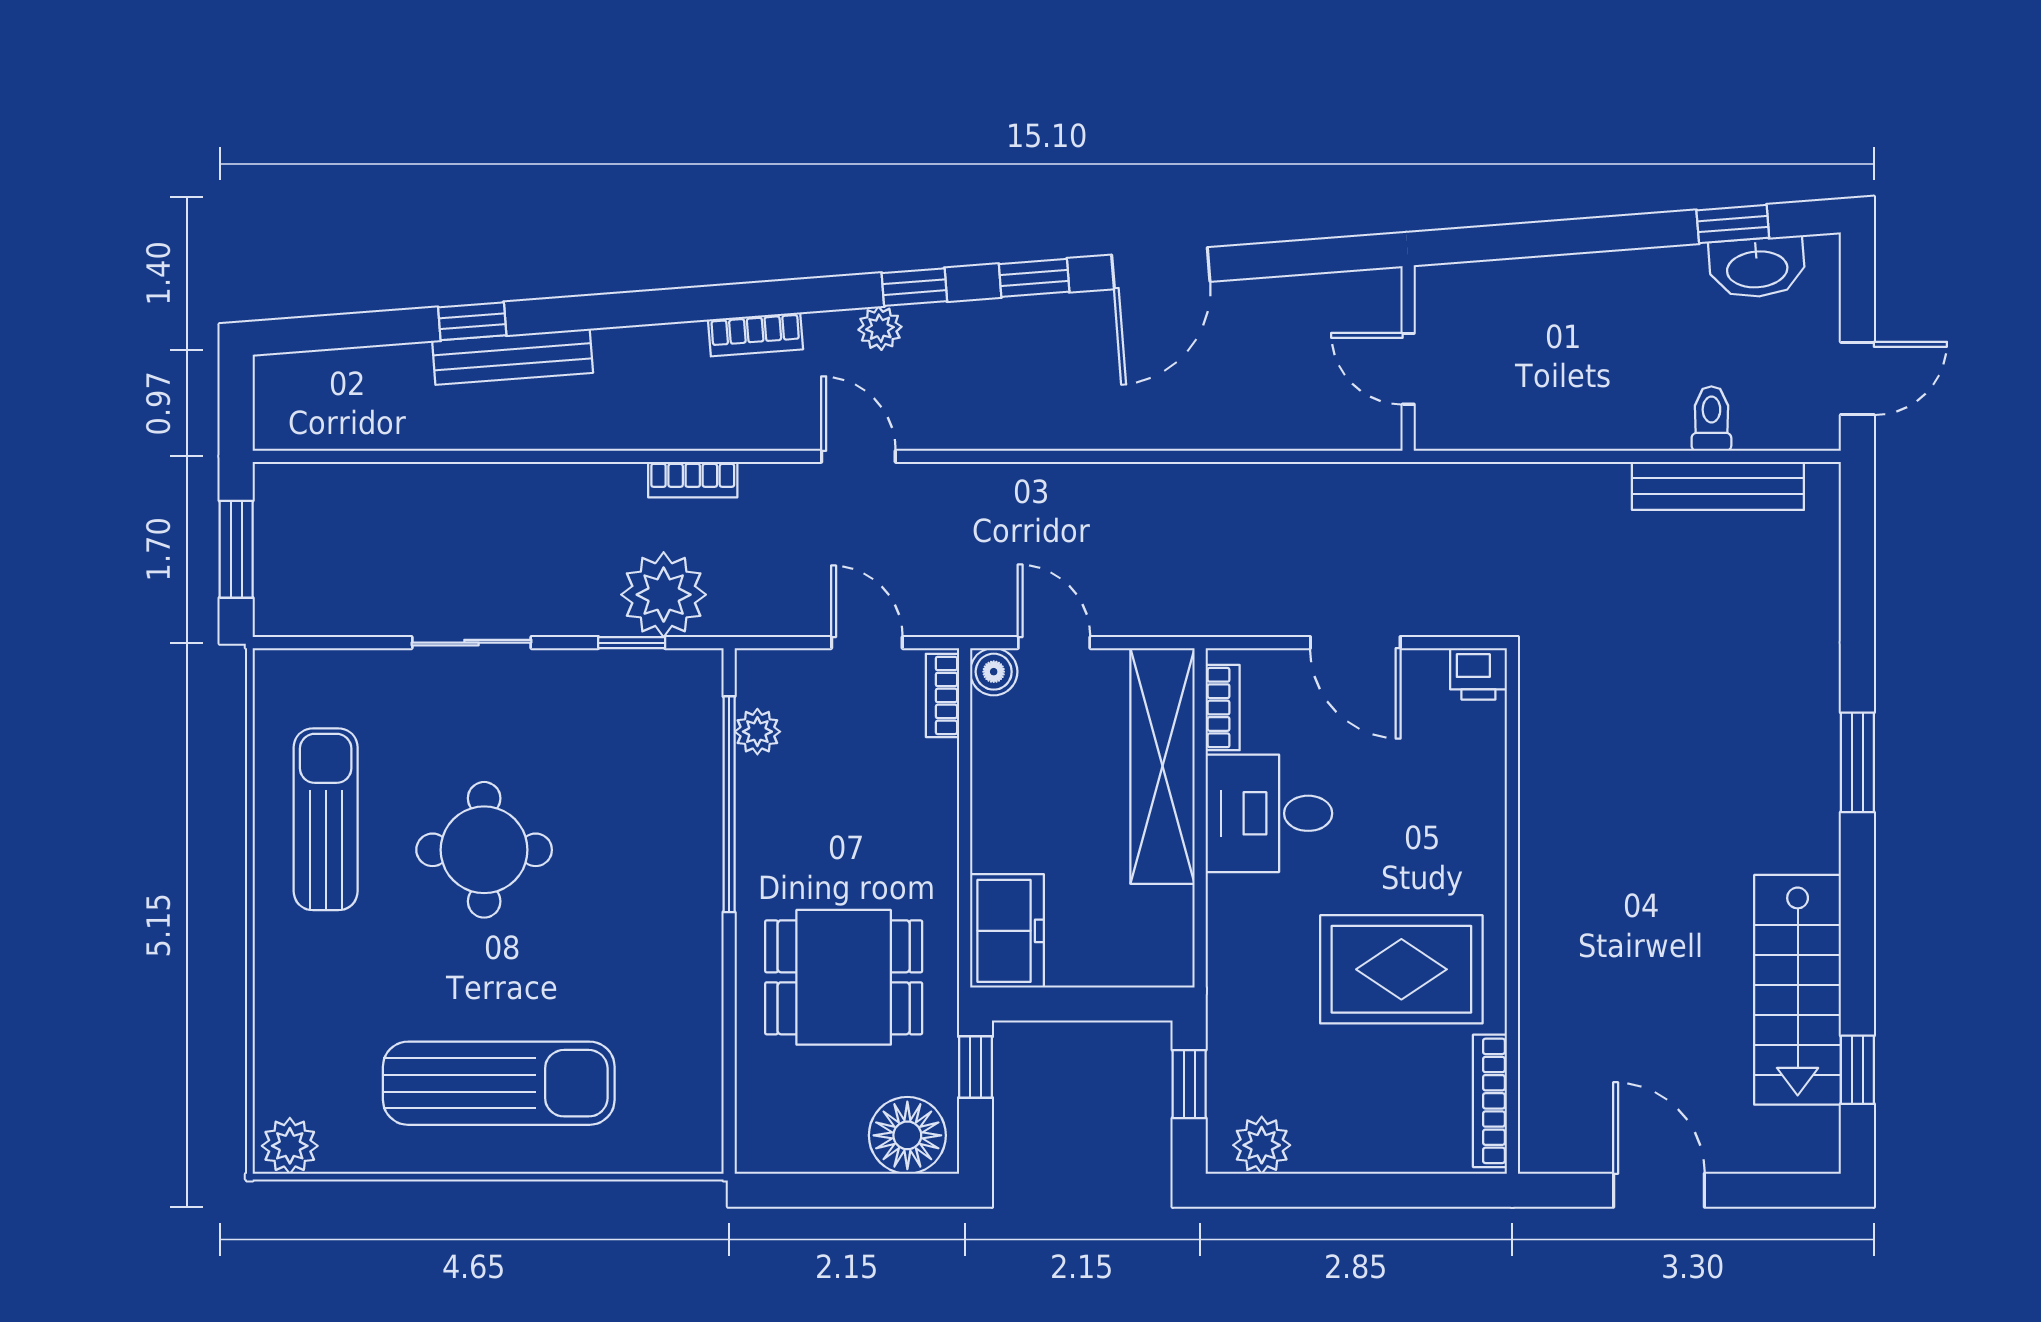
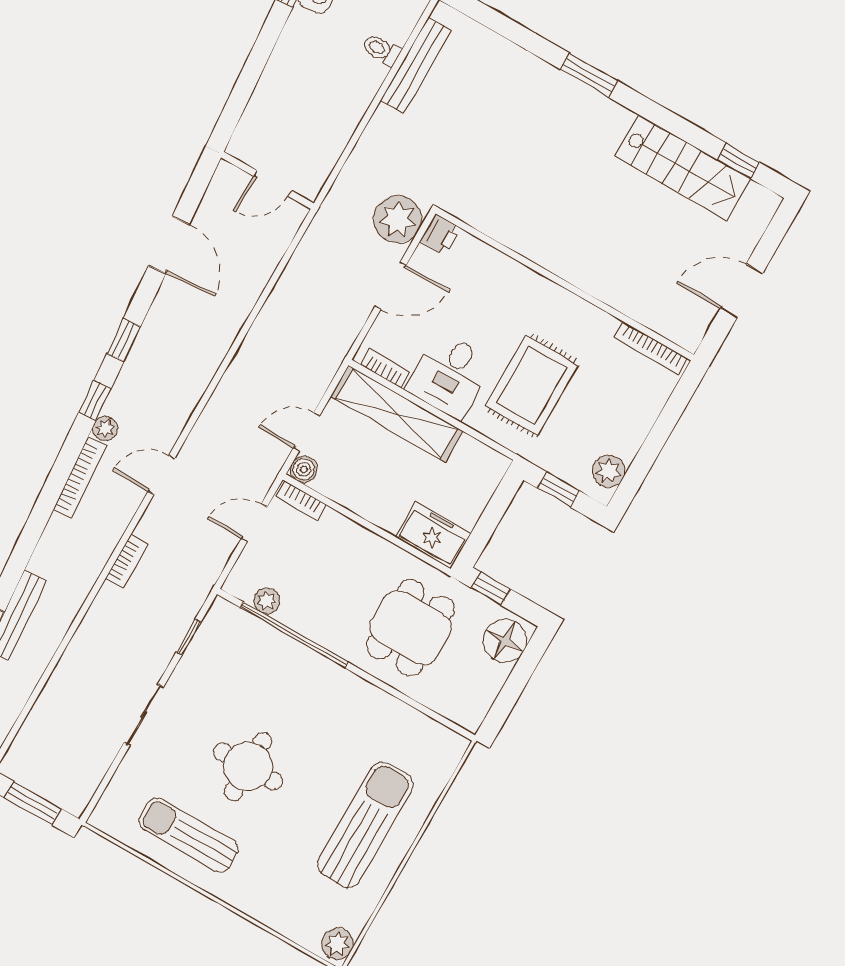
door: (1161, 268) -> (169, 245), moved
bookcase: (755, 334) -> (80, 478), width x1.56
plant: (664, 595) -> (398, 219), moved
rug: (1401, 969) -> (532, 385), moved

